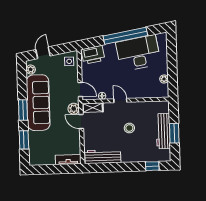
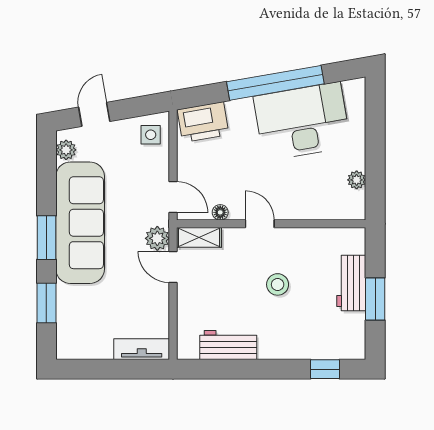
workbench: (163, 131) -> (351, 283), width x0.73
workbench: (103, 157) -> (228, 345), width x0.73

